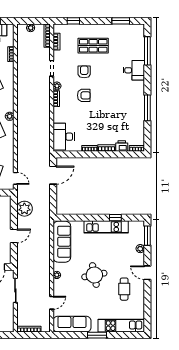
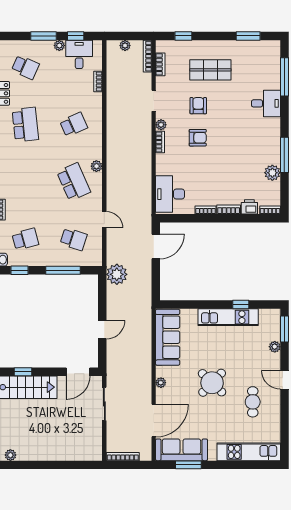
plant: (139, 121) -> (272, 173), added
door: (15, 178) -> (104, 220), moved
plant: (24, 209) -> (117, 274), moved
round table: (94, 275) -> (212, 383), turned -35
door: (52, 303) -> (154, 421), width x1.87
window: (97, 335) -> (188, 465), moved

